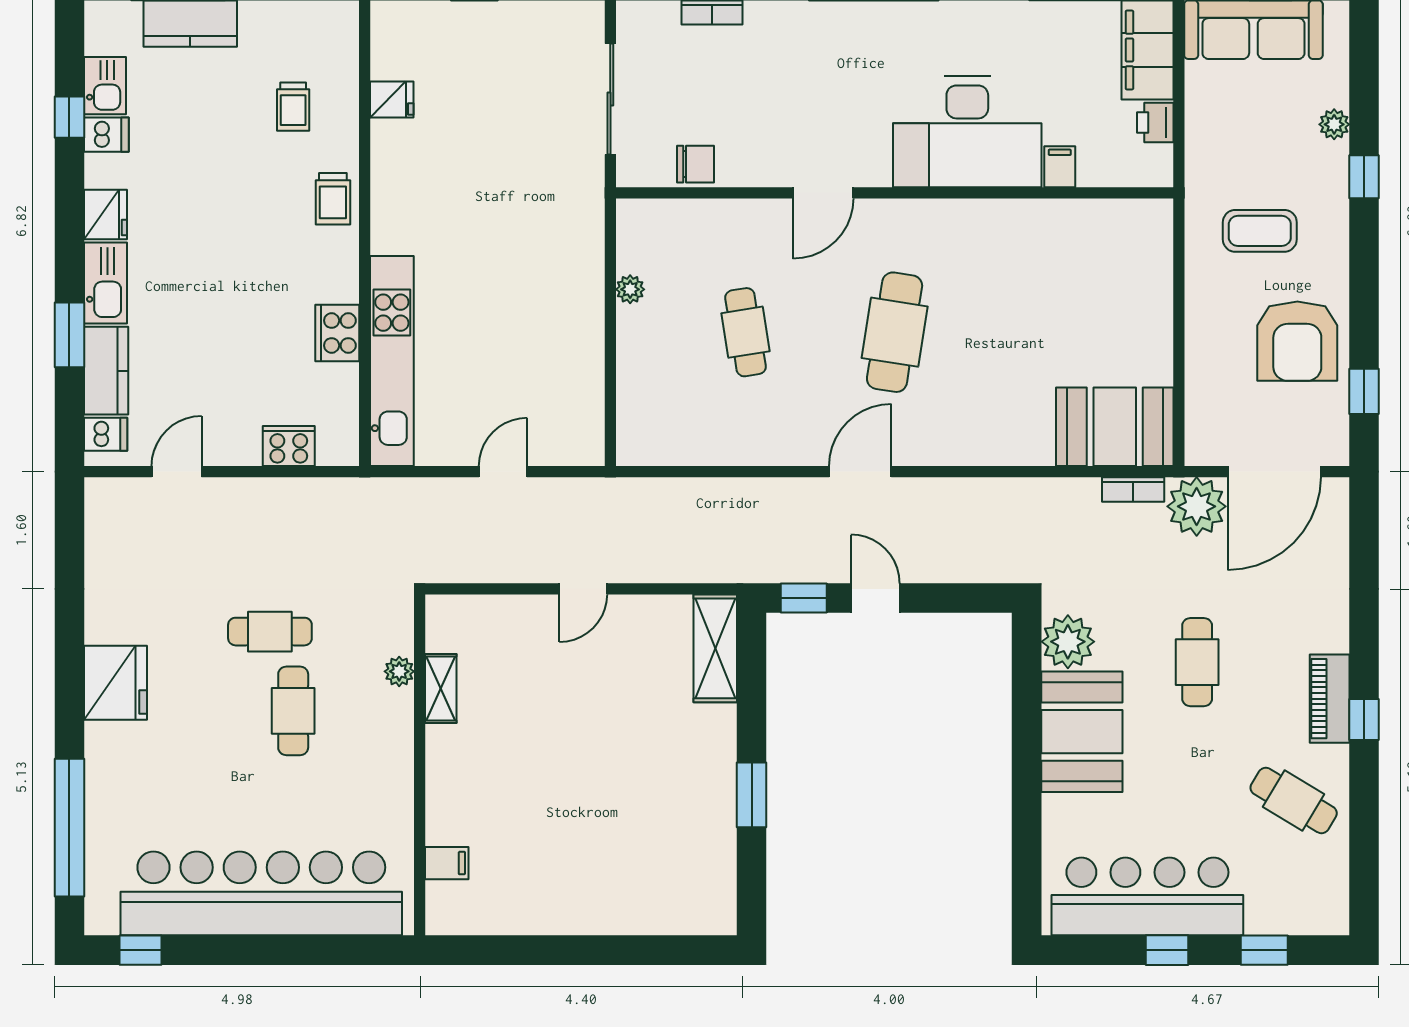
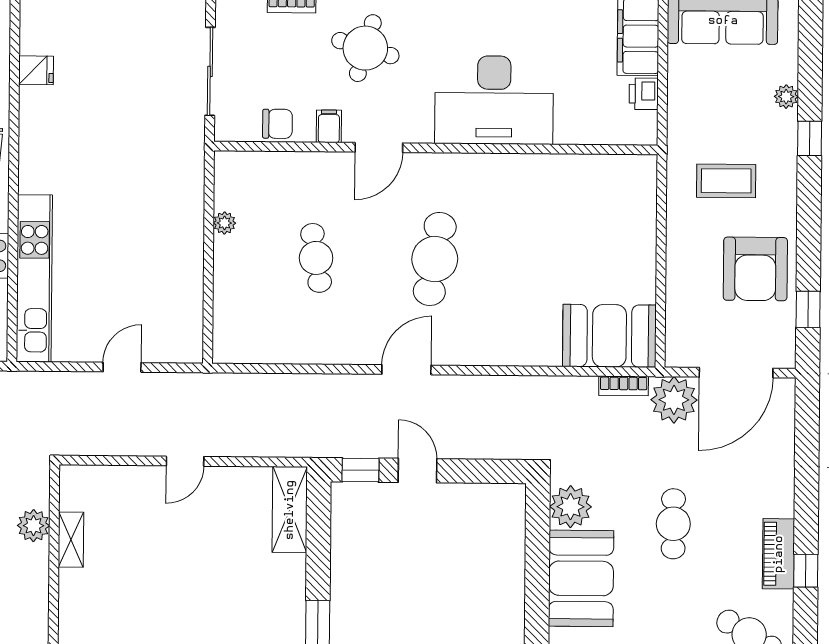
round table: (805, 68) -> (365, 48), added
filing cabinet: (1060, 167) -> (329, 126), moved
plant: (399, 671) -> (34, 526), width x1.38, depth x1.38

